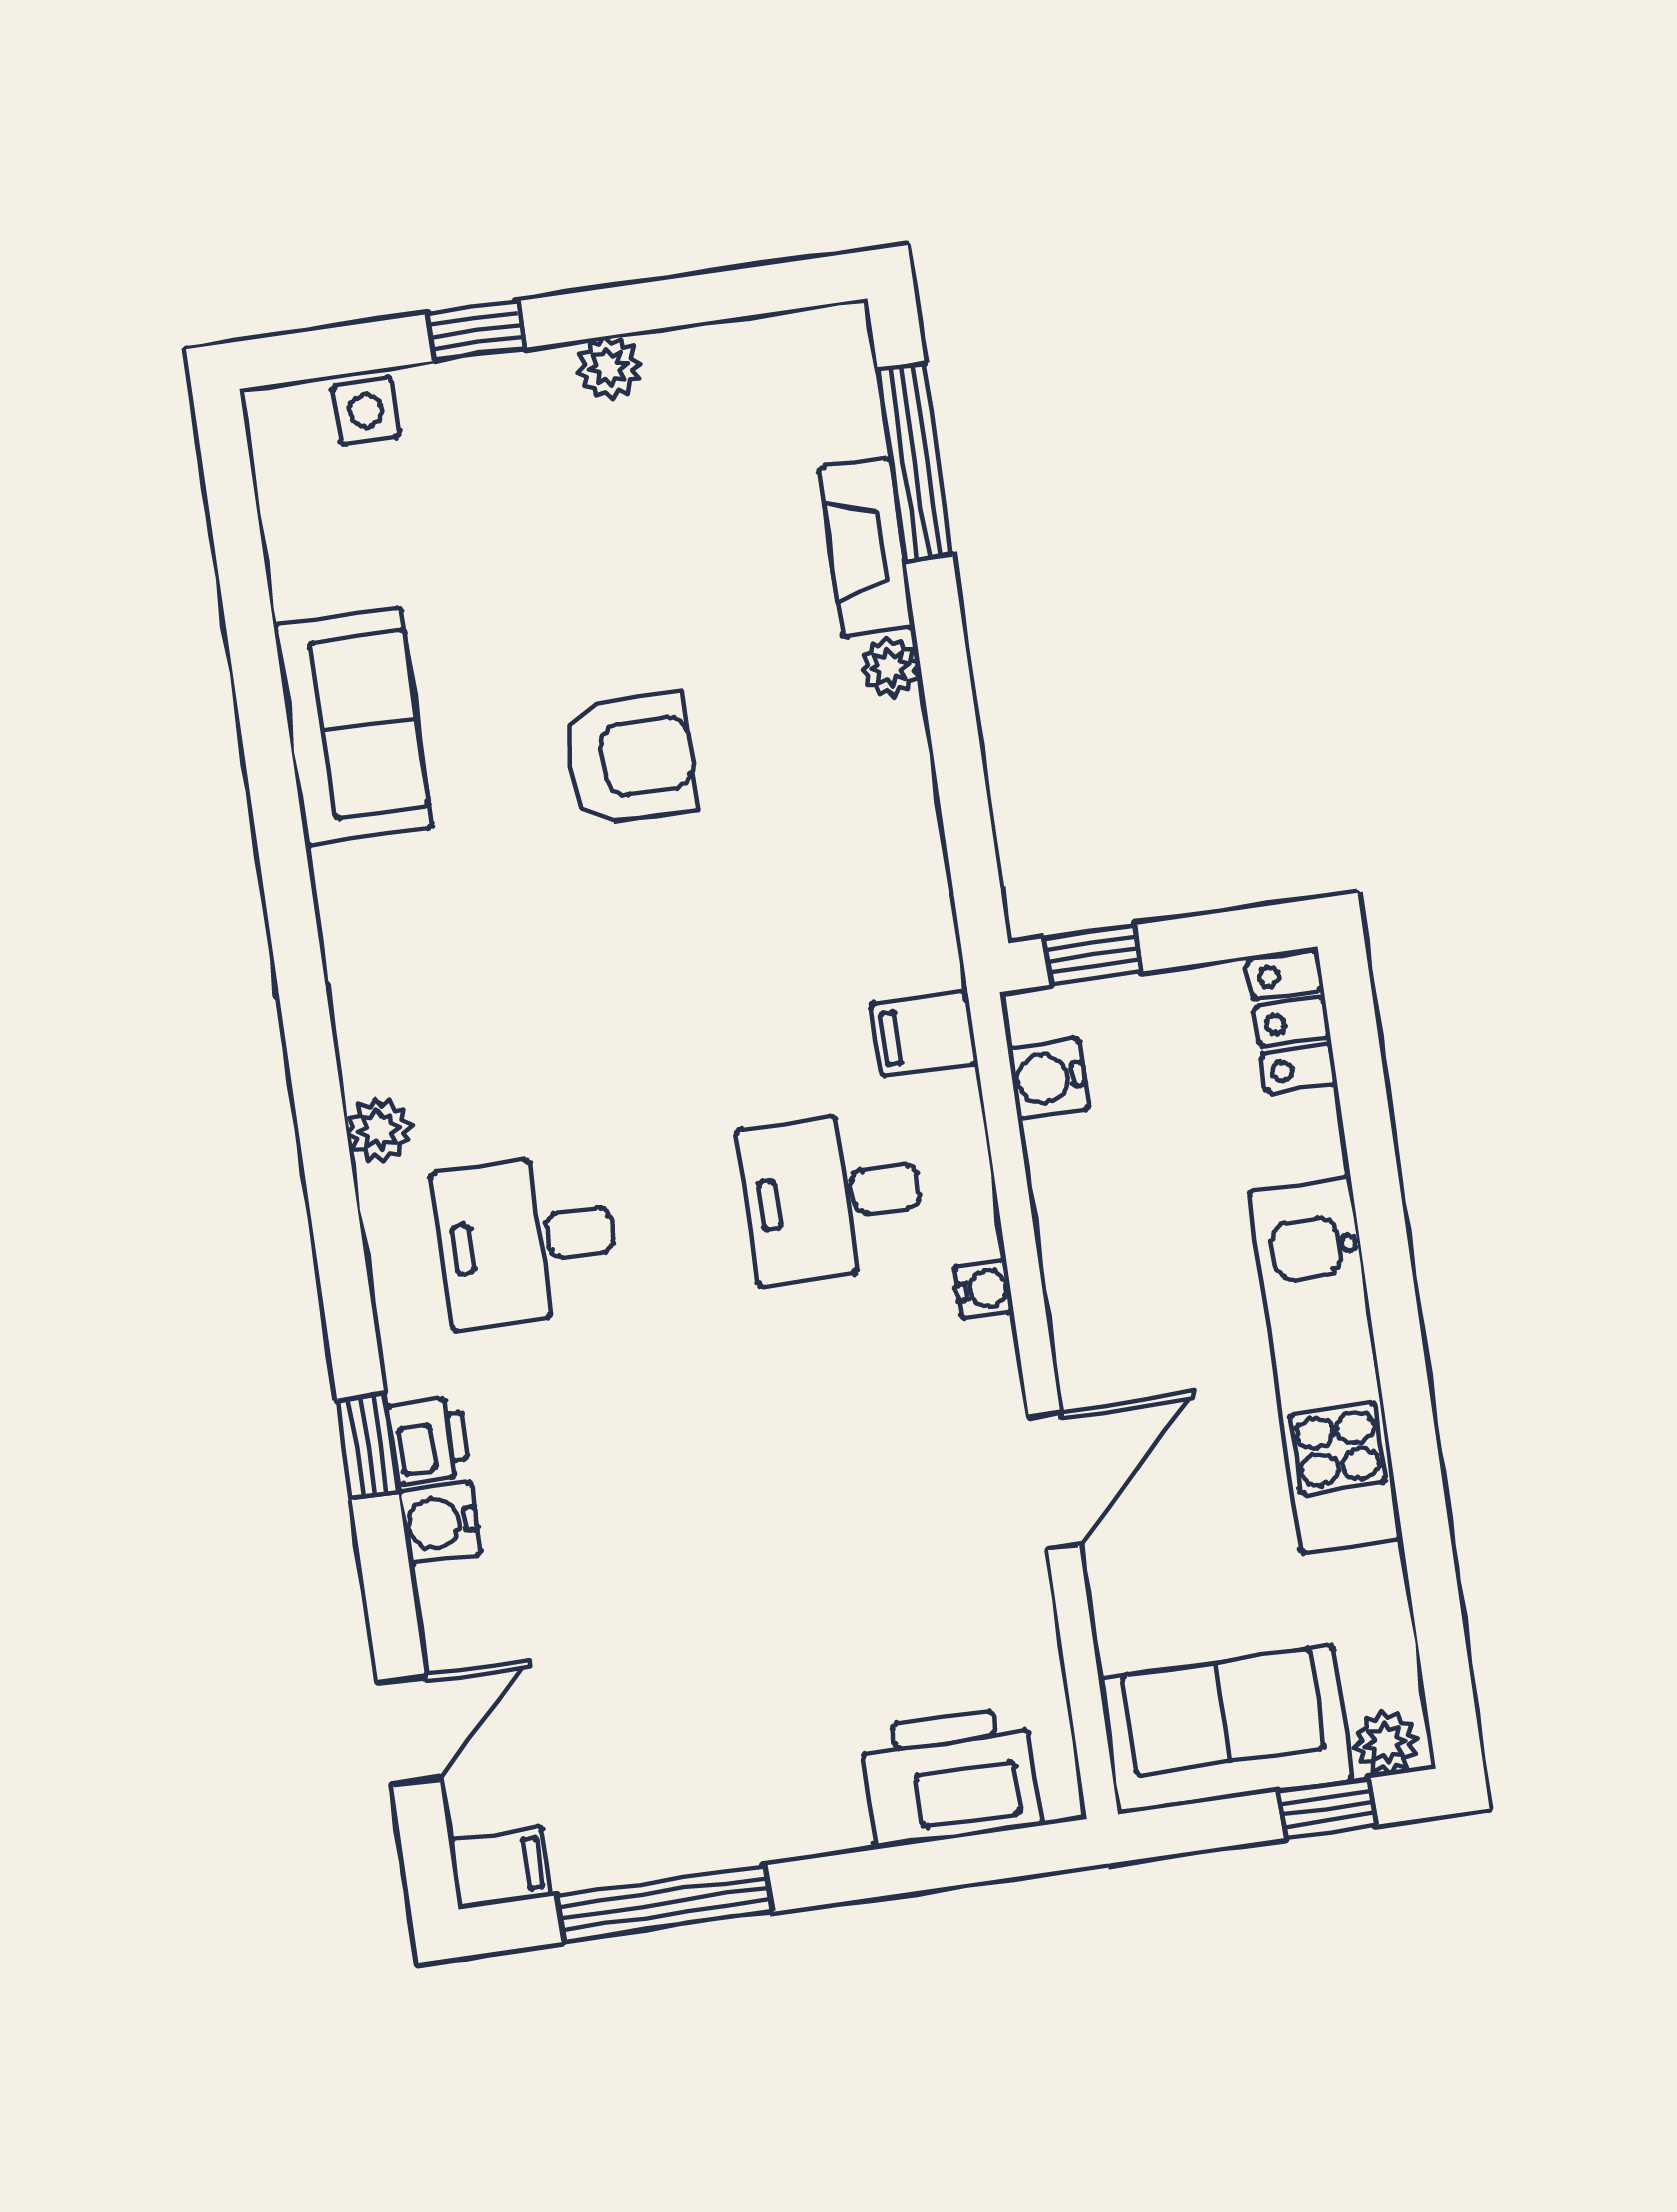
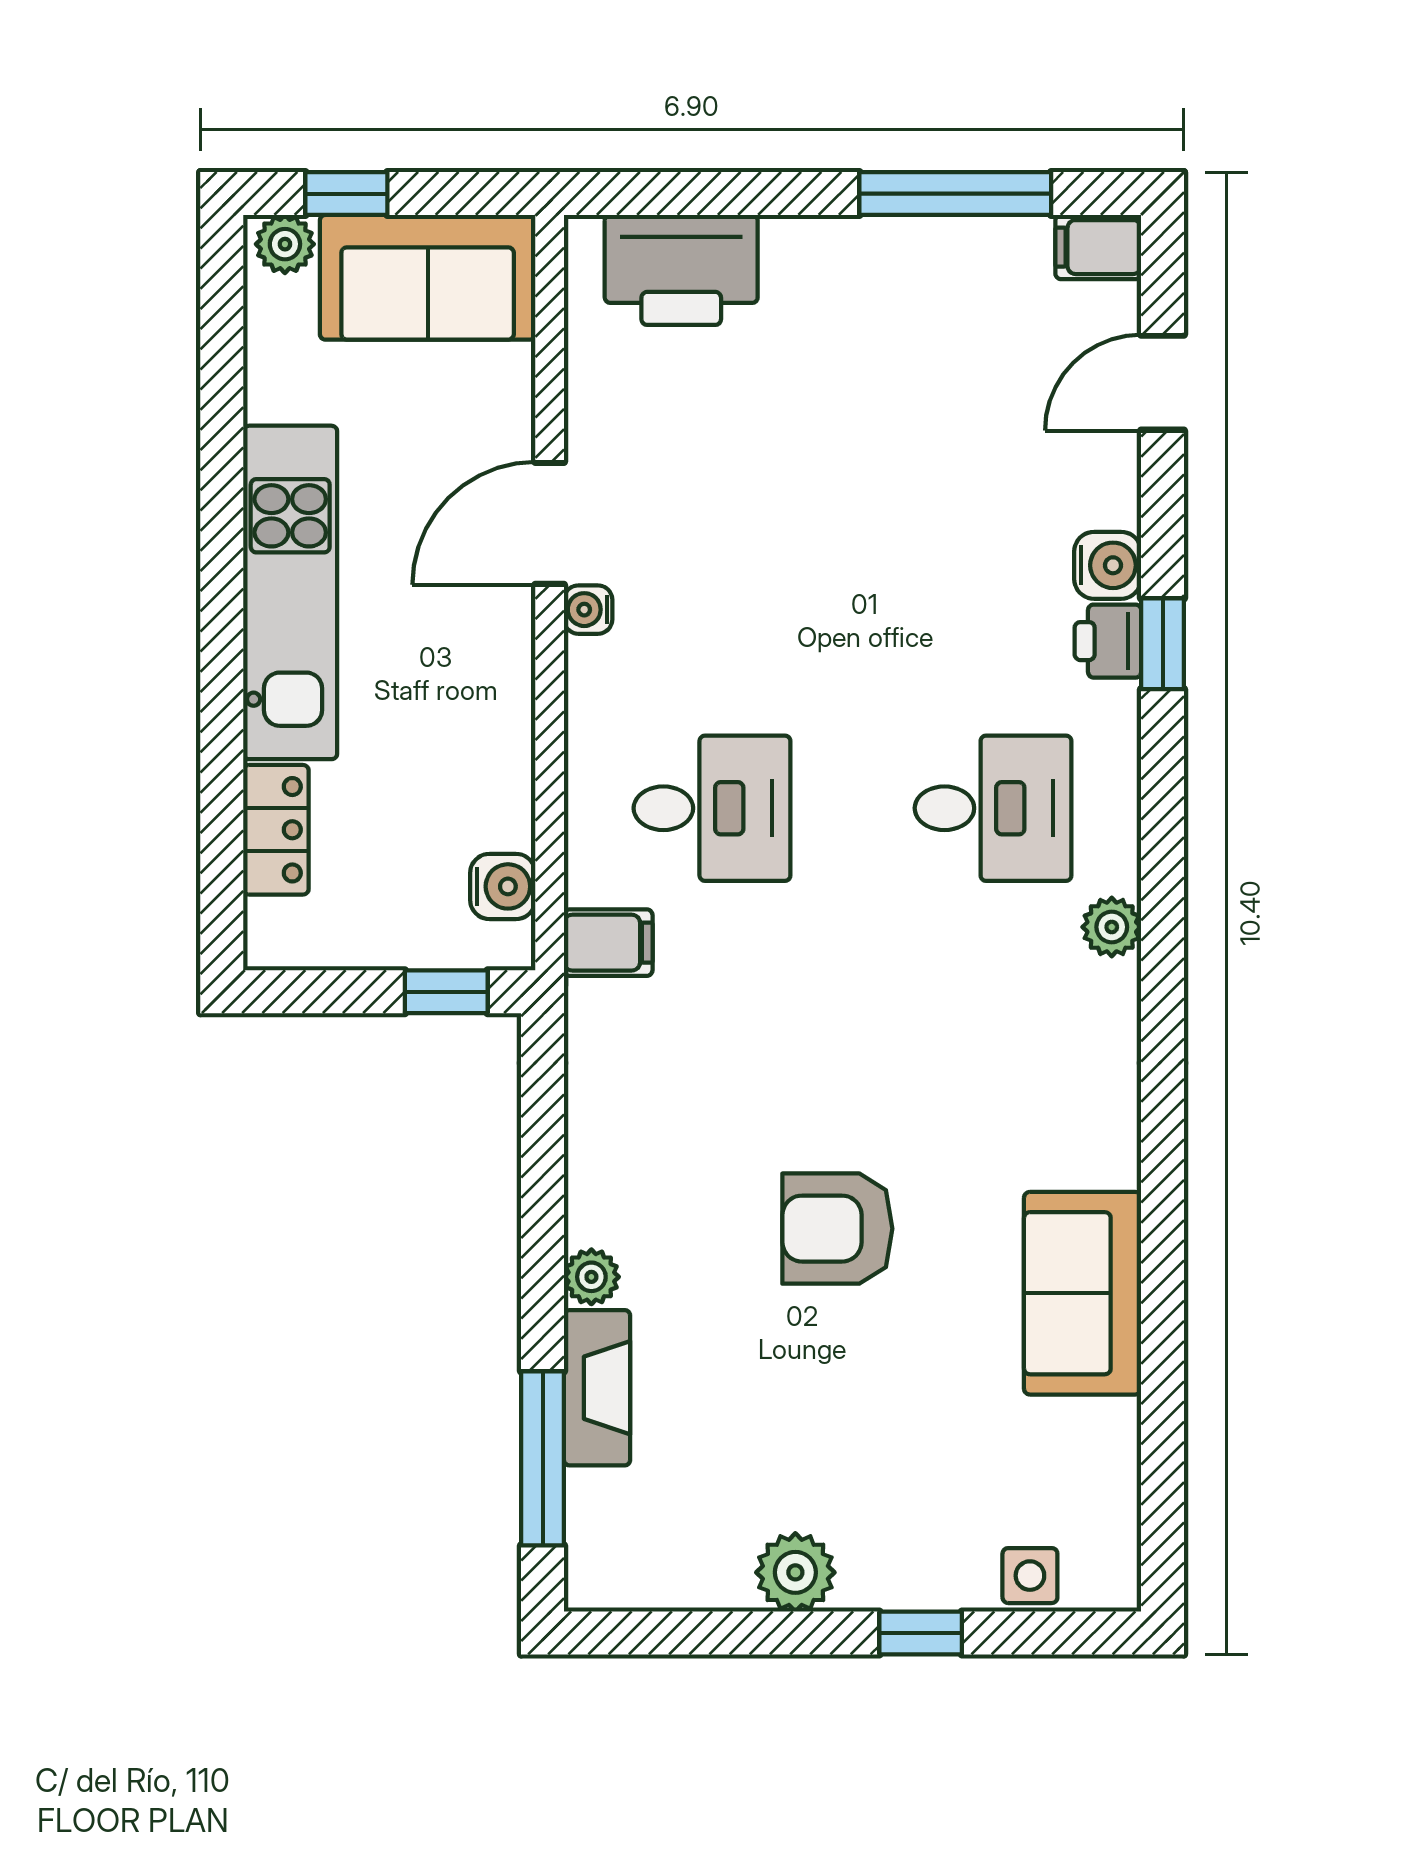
plant: (609, 367) -> (795, 1572), width x1.38, depth x1.38
locker: (1292, 1022) -> (276, 830), moved
water cooler: (984, 1289) -> (588, 610), moved

